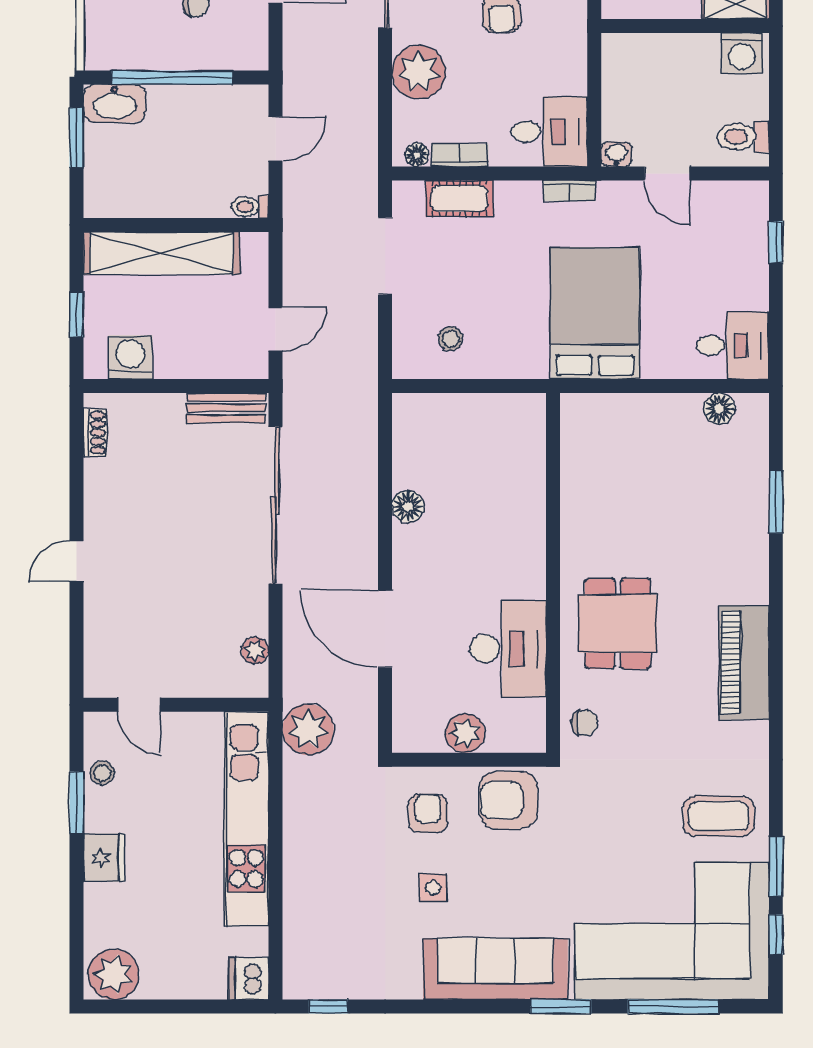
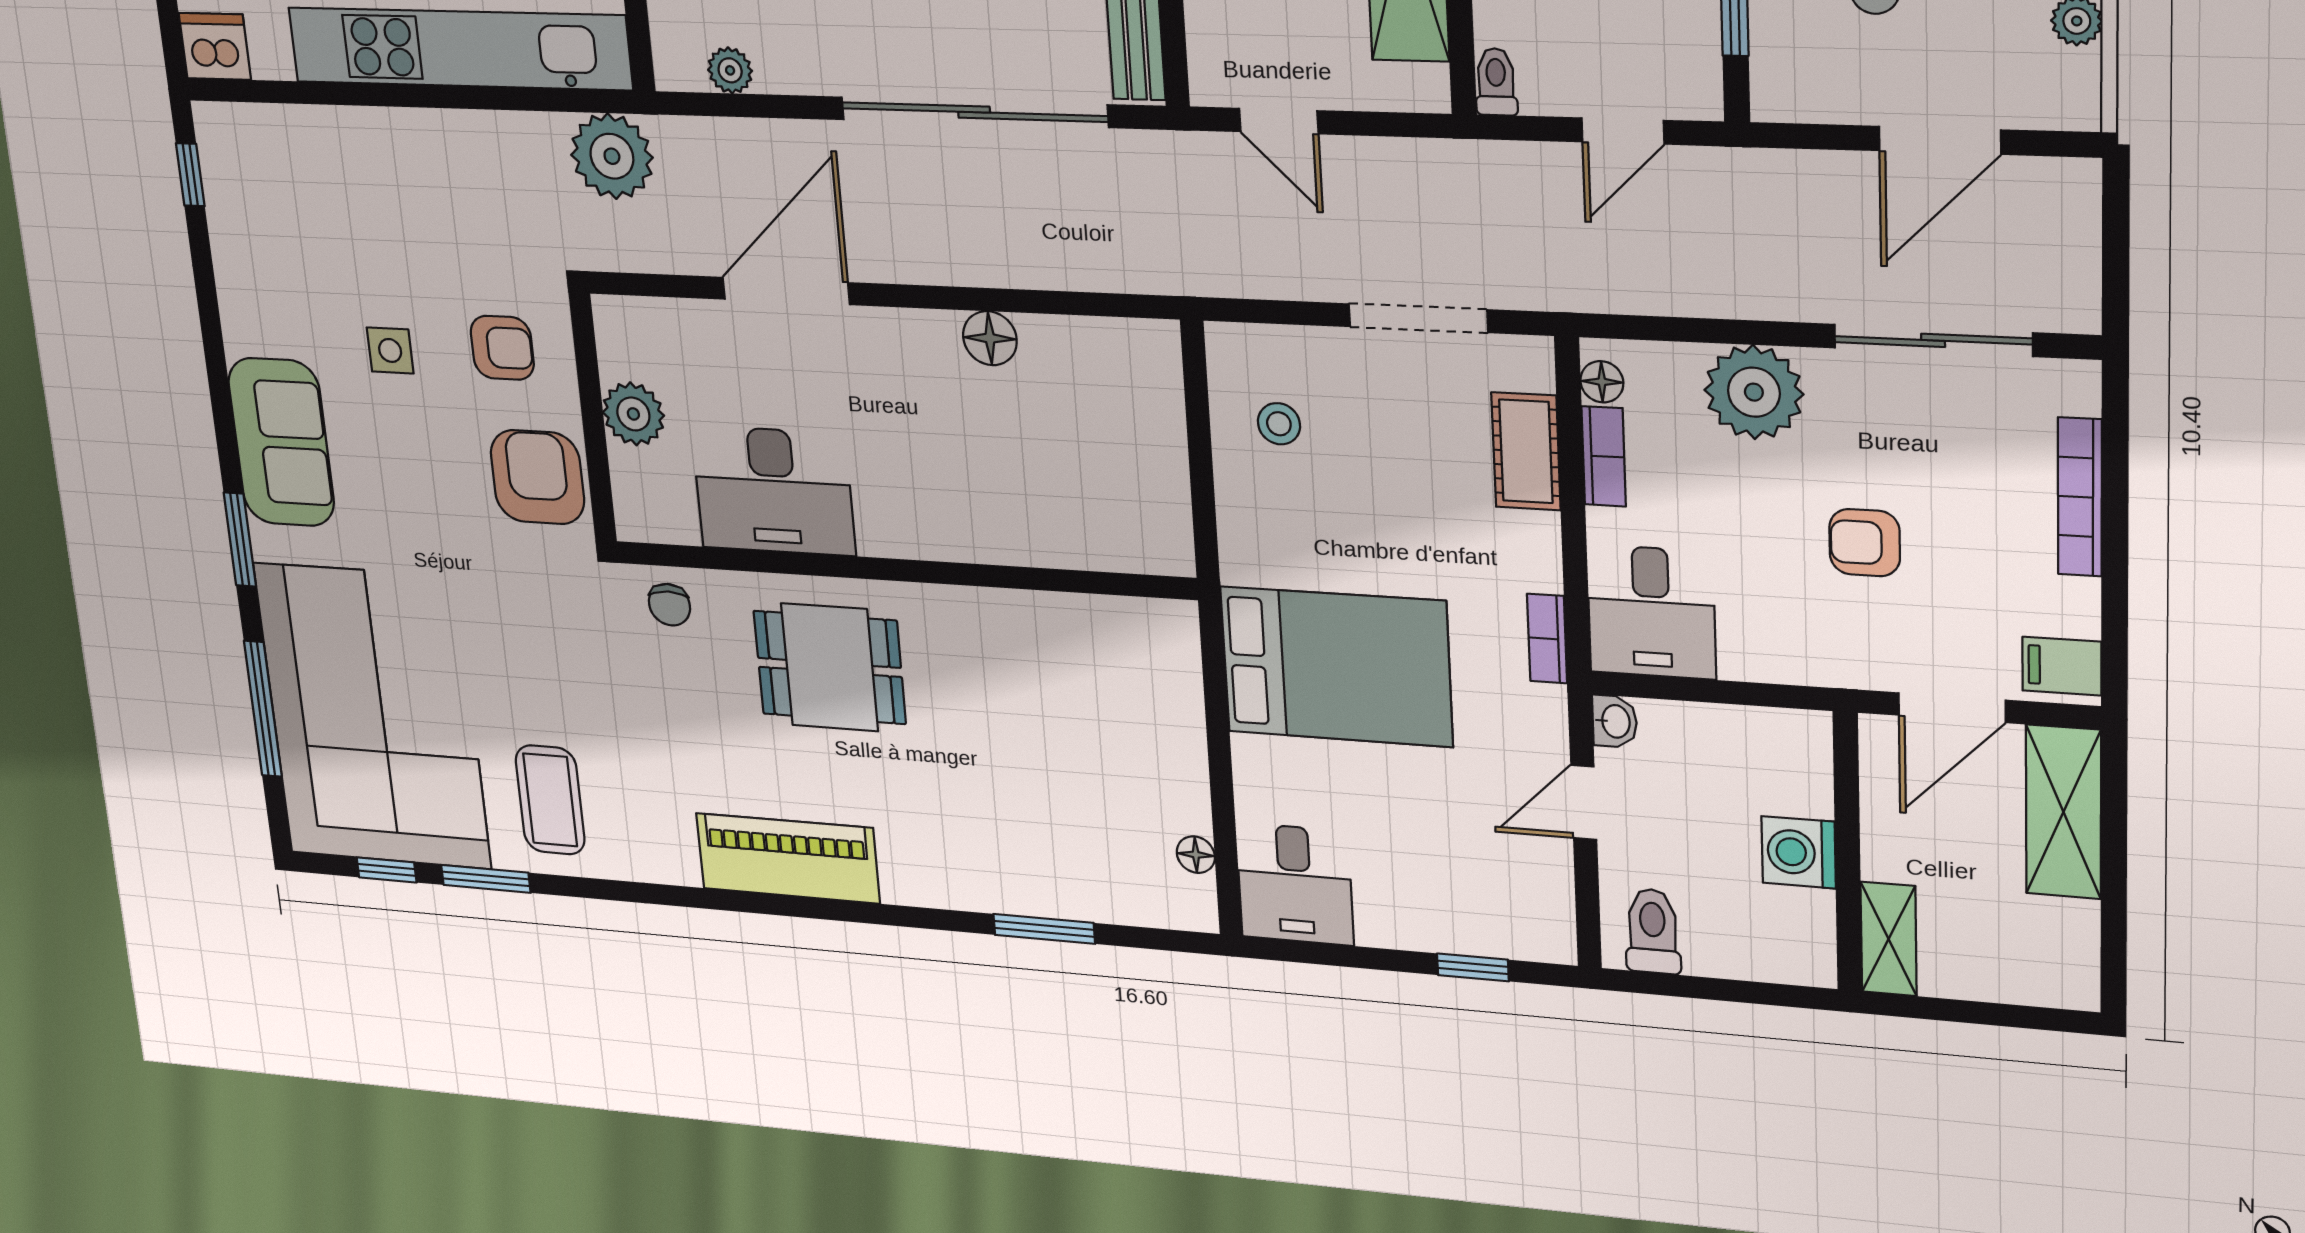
washing machine: (742, 53) -> (1799, 852), moved
door: (275, 139) -> (1623, 131), hinge flipped
floor lamp: (719, 409) -> (1196, 855), width x0.73, depth x0.73
sofa: (495, 969) -> (281, 442), width x0.73

